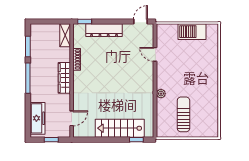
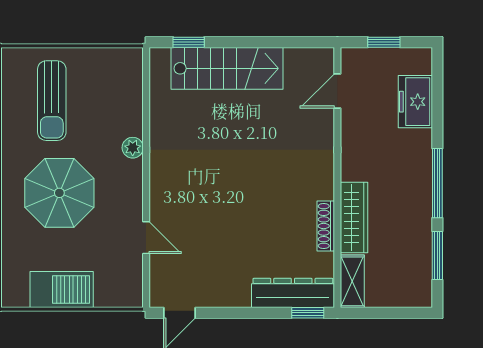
dresser: (104, 30) -> (293, 293), moved
parasol: (193, 74) -> (59, 193), added
wardrobe: (64, 78) -> (354, 218), moved
sun lounger: (183, 114) -> (52, 101), moved
freezer: (38, 118) -> (415, 102), width x0.71

